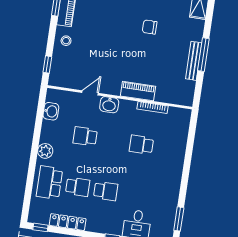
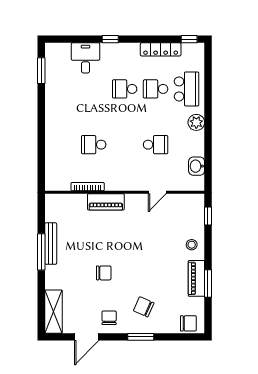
washbasin: (109, 105) -> (135, 183), removed
school desk: (141, 145) -> (94, 145), turned 180

